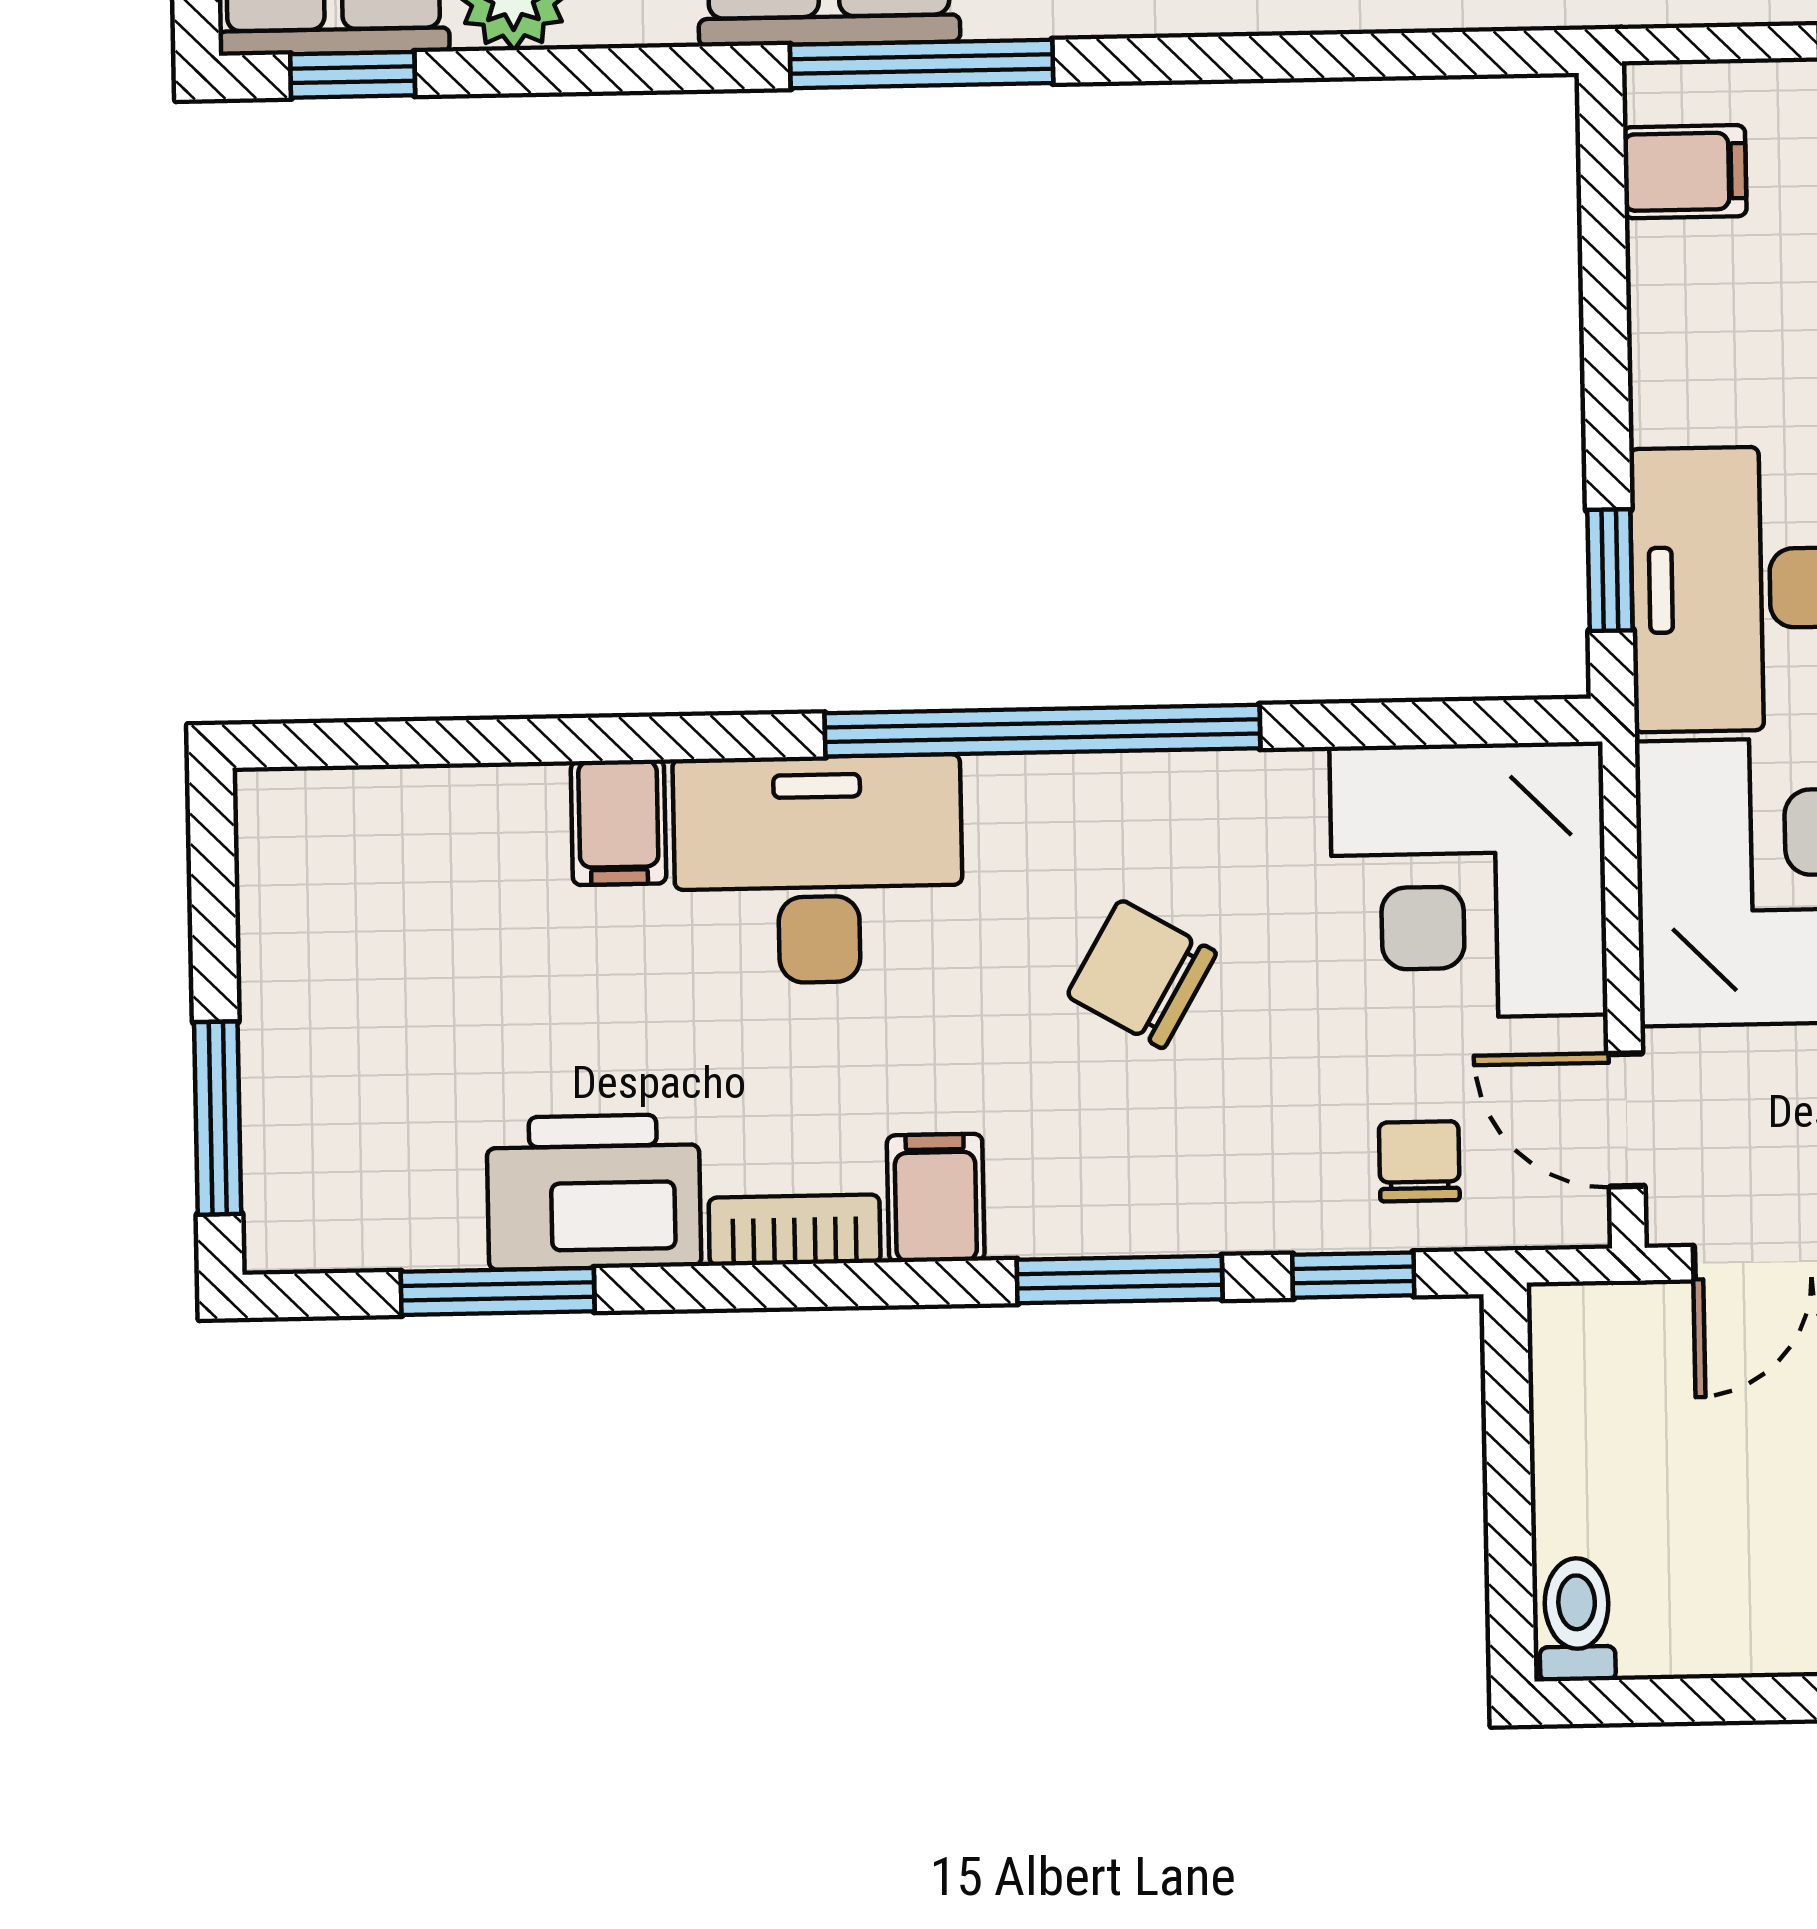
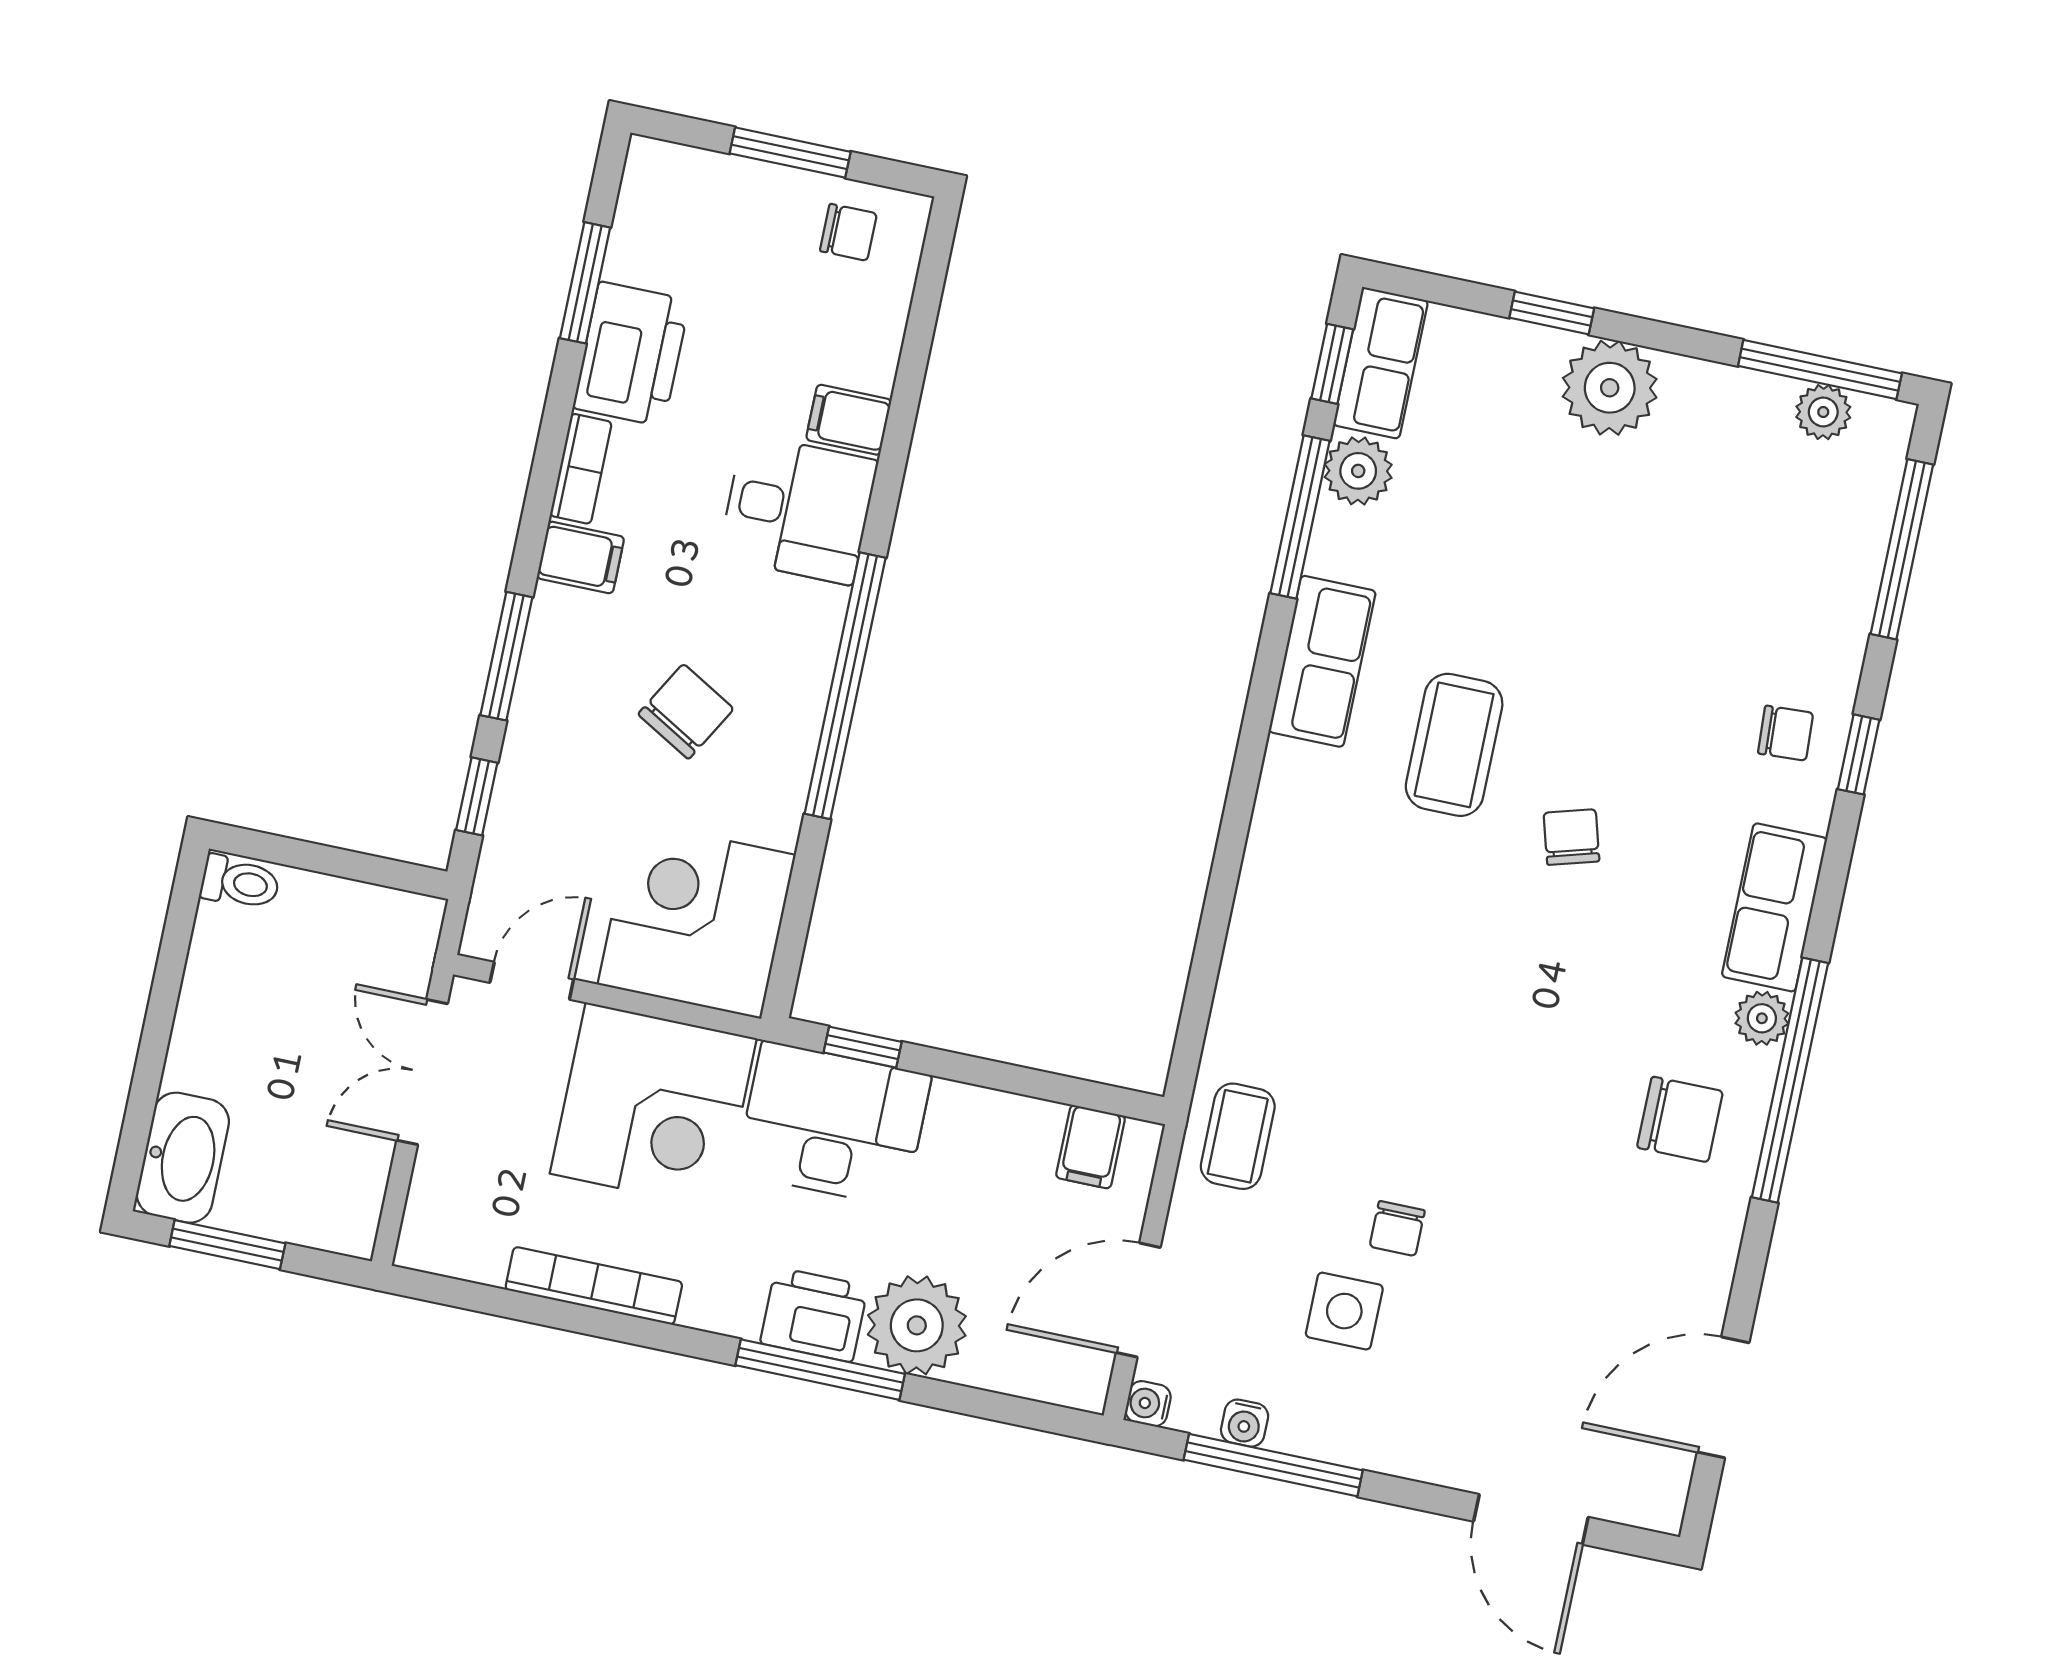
window: (922, 64) -> (1300, 517), moved
desk: (818, 869) -> (798, 509), width x0.73
window: (218, 1118) -> (790, 153), moved
chair: (1419, 1161) -> (848, 232), moved

